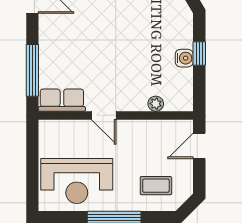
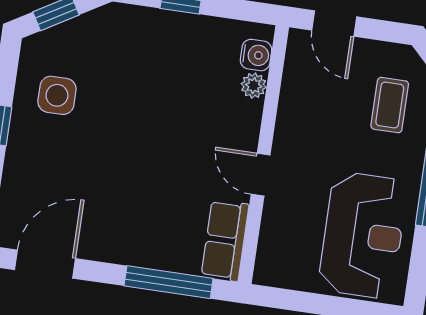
water cooler: (184, 58) -> (256, 55), moved, turned 90
door: (104, 115) -> (261, 175), swing flipped

